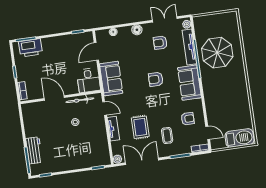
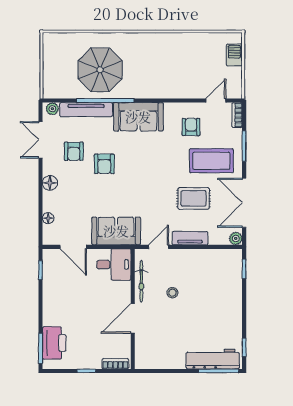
armchair: (156, 79) -> (104, 164), moved
coffee table: (167, 136) -> (211, 161), width x1.86, depth x1.72
barbecue: (239, 138) -> (234, 55), width x0.53, depth x0.65
workbench: (34, 150) -> (213, 359), width x1.37

